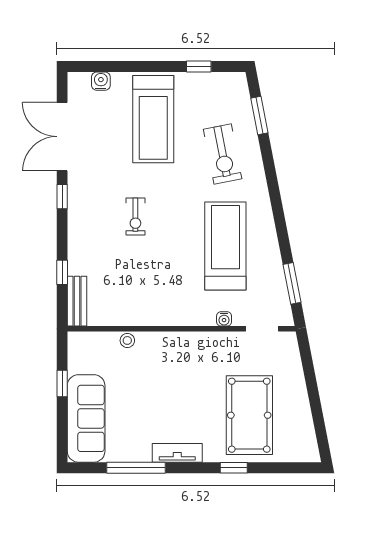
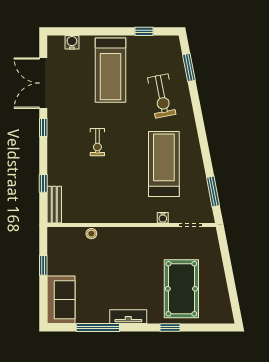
sofa: (86, 418) -> (61, 300), width x0.73

